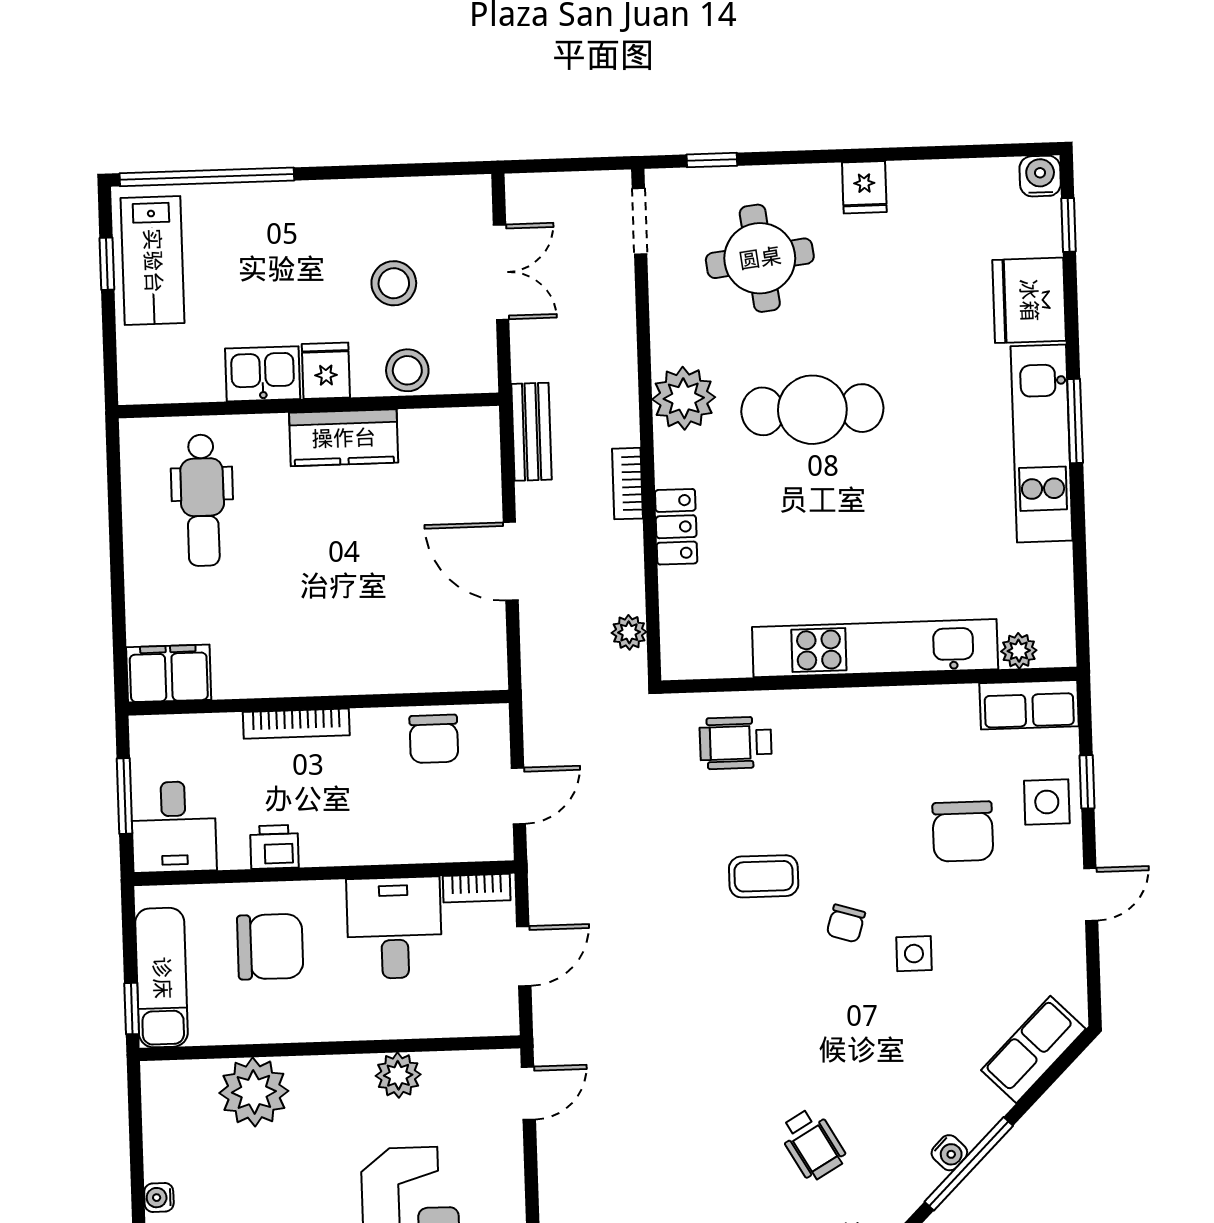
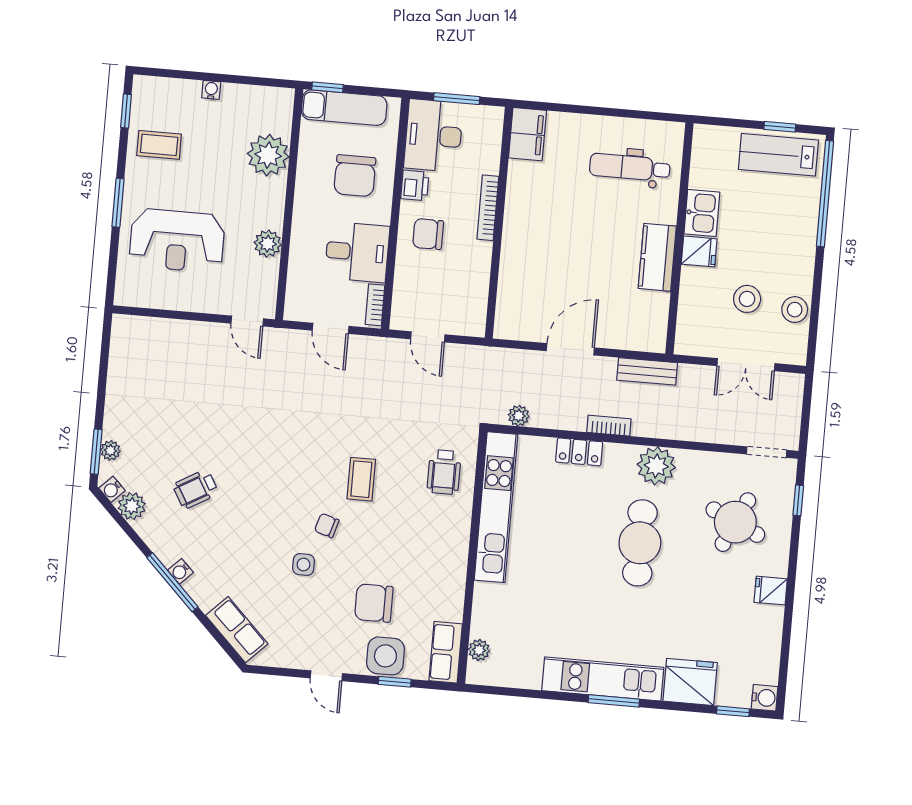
round table: (760, 258) -> (735, 522), turned 32
stool: (407, 370) -> (795, 310), moved
kitchen unit: (875, 648) -> (496, 507), moved
chair: (434, 739) -> (428, 234), moved
wheelchair: (736, 743) -> (444, 472), turned 180
side table: (1047, 802) -> (385, 656), width x1.37, depth x1.37
desk: (174, 827) -> (434, 136), width x1.37

